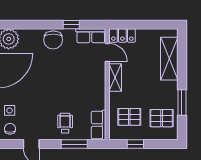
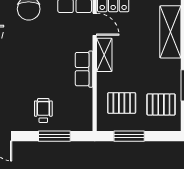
row of seats: (98, 125) -> (84, 69), moved
window: (135, 144) -> (129, 136), width x1.50

